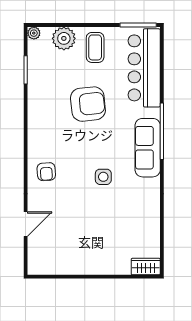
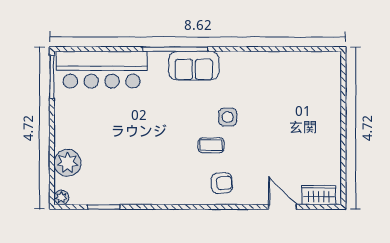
coffee table: (95, 47) -> (211, 145), moved, width x0.73, depth x0.77
armchair: (88, 104) -> (143, 135), removed
sofa: (148, 148) -> (194, 66), width x0.73
wardrobe: (146, 267) -> (319, 195), moved, turned 90

